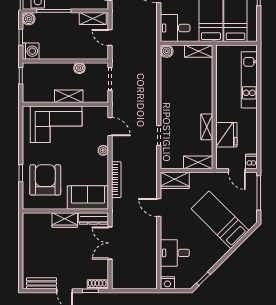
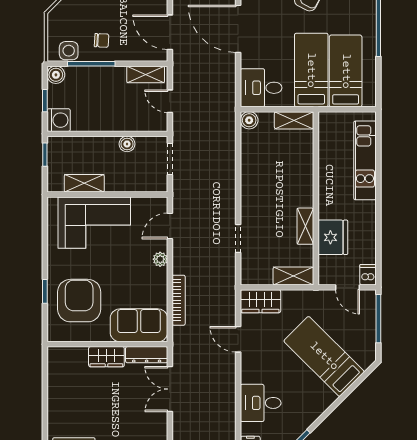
shelving: (69, 96) -> (84, 183), moved
door: (110, 127) -> (170, 226), swing flipped

